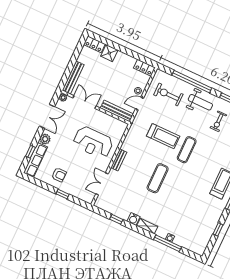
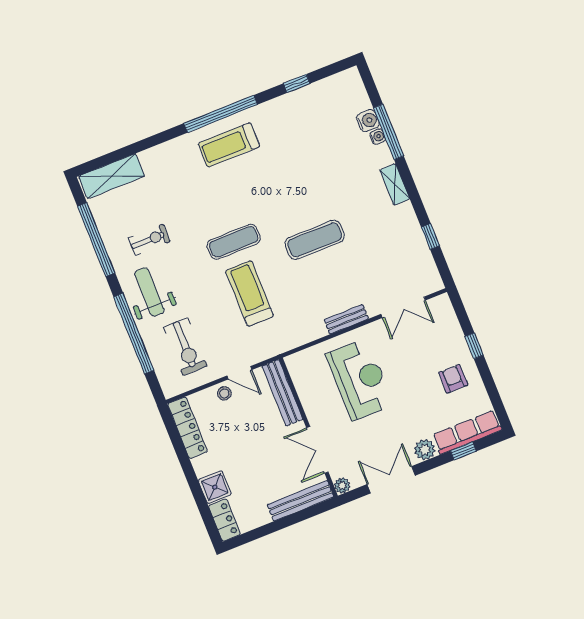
locker: (144, 68) -> (188, 428), width x1.53
water cooler: (133, 219) -> (368, 121), moved

